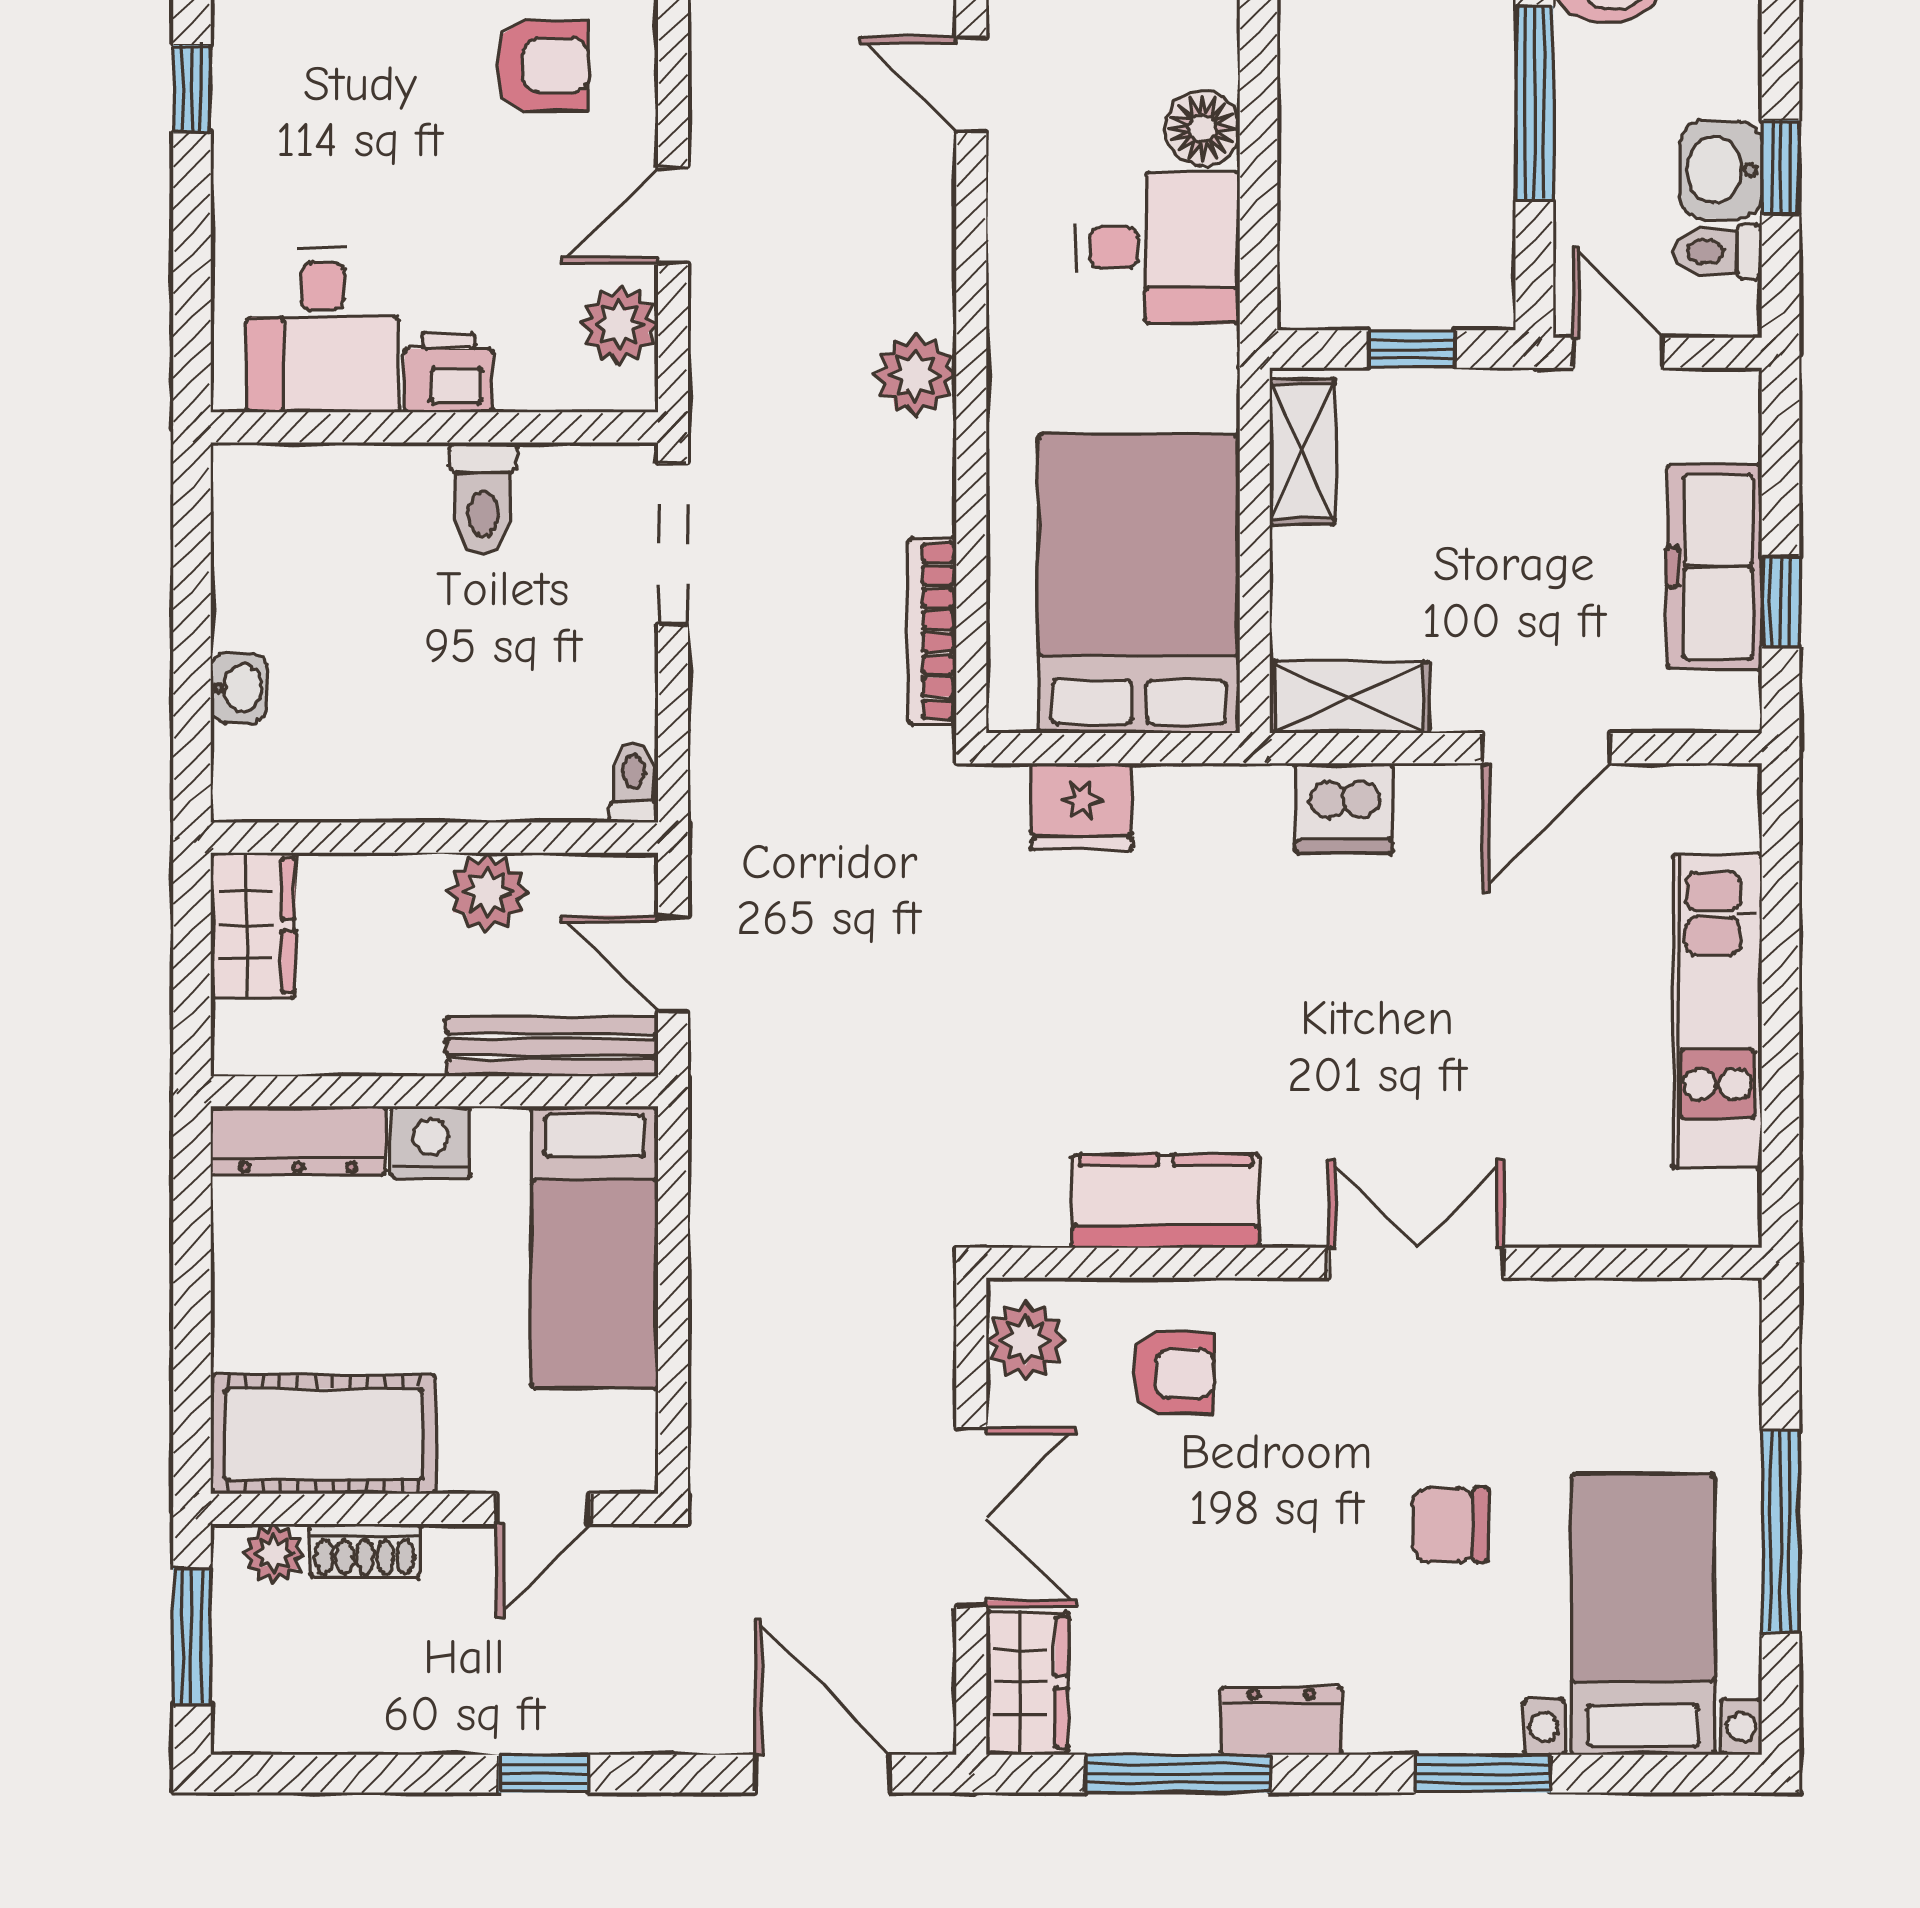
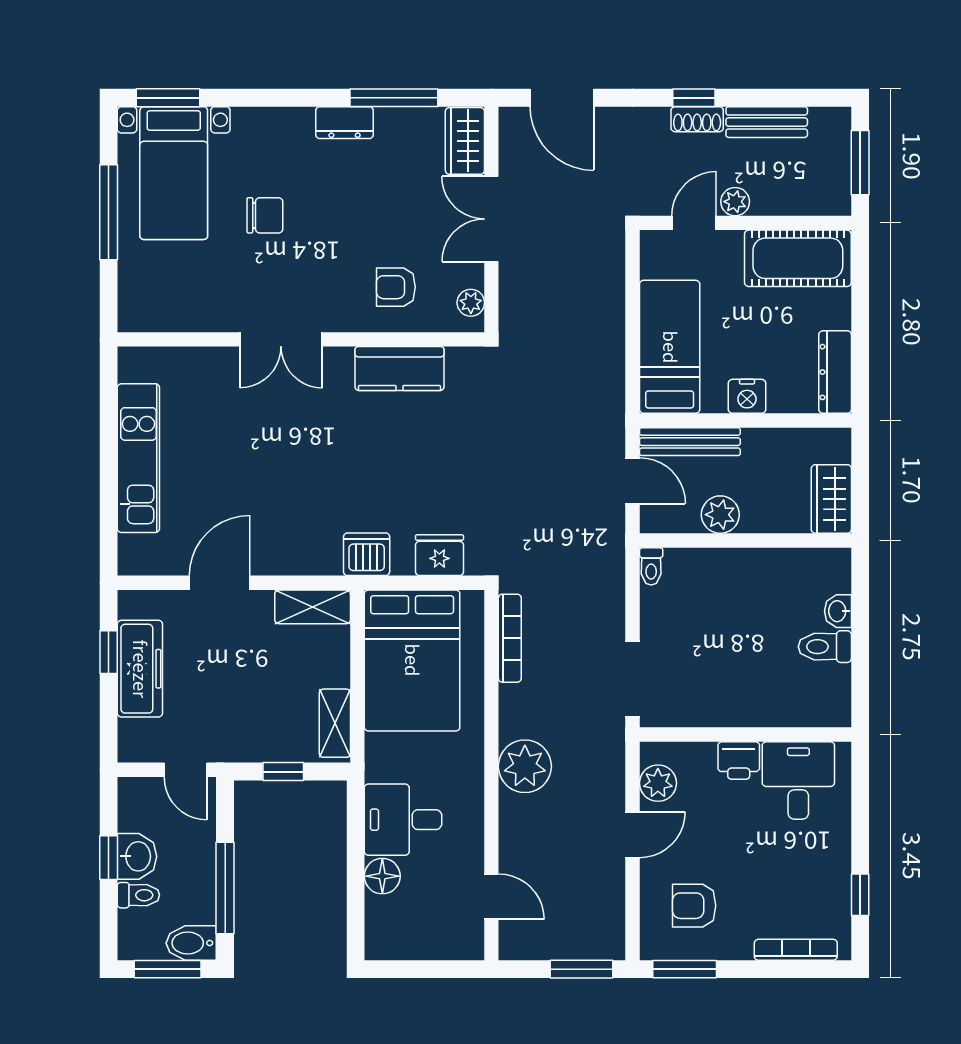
toilet: (1718, 252) -> (138, 895), moved
plant: (915, 375) -> (525, 766), width x1.36, depth x1.36
toilet: (483, 498) -> (825, 647), moved, turned -90
dishwasher: (1344, 808) -> (367, 554), moved
dresser: (298, 1140) -> (835, 372), moved, turned -90
plant: (1026, 1340) -> (471, 303), width x0.73, depth x0.73
shoe rack: (365, 1551) -> (697, 119), moved, turned 180
plant: (274, 1554) -> (735, 202), moved
bench: (389, 1722) -> (767, 122), added
window: (1483, 1774) -> (168, 98), moved

